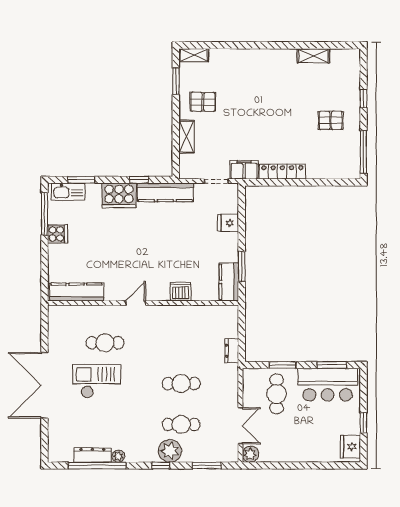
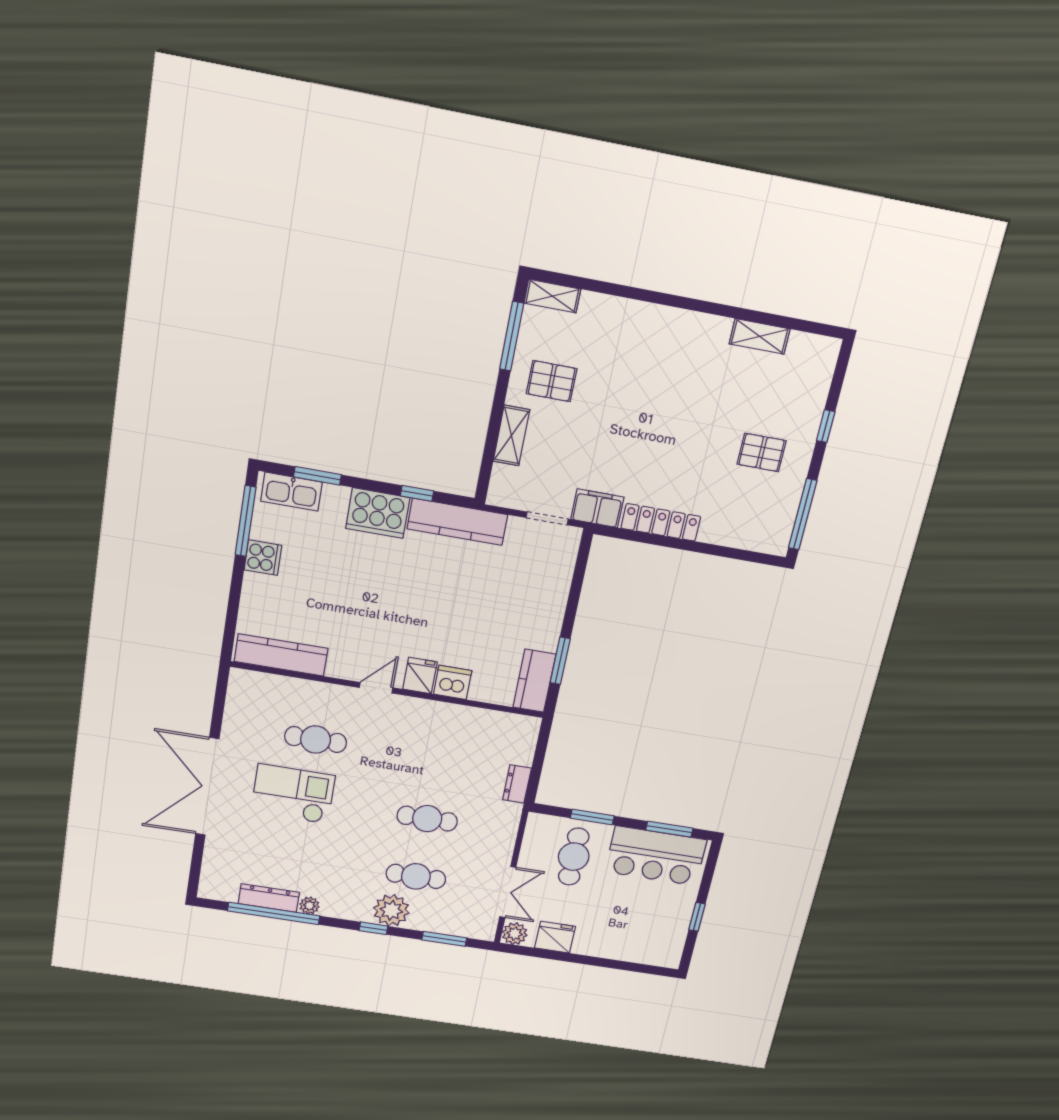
window: (176, 81) -> (512, 336), width x1.44
fridge: (228, 223) -> (420, 676), moved, turned 90
fridge: (350, 447) -> (555, 937), moved, turned 90

